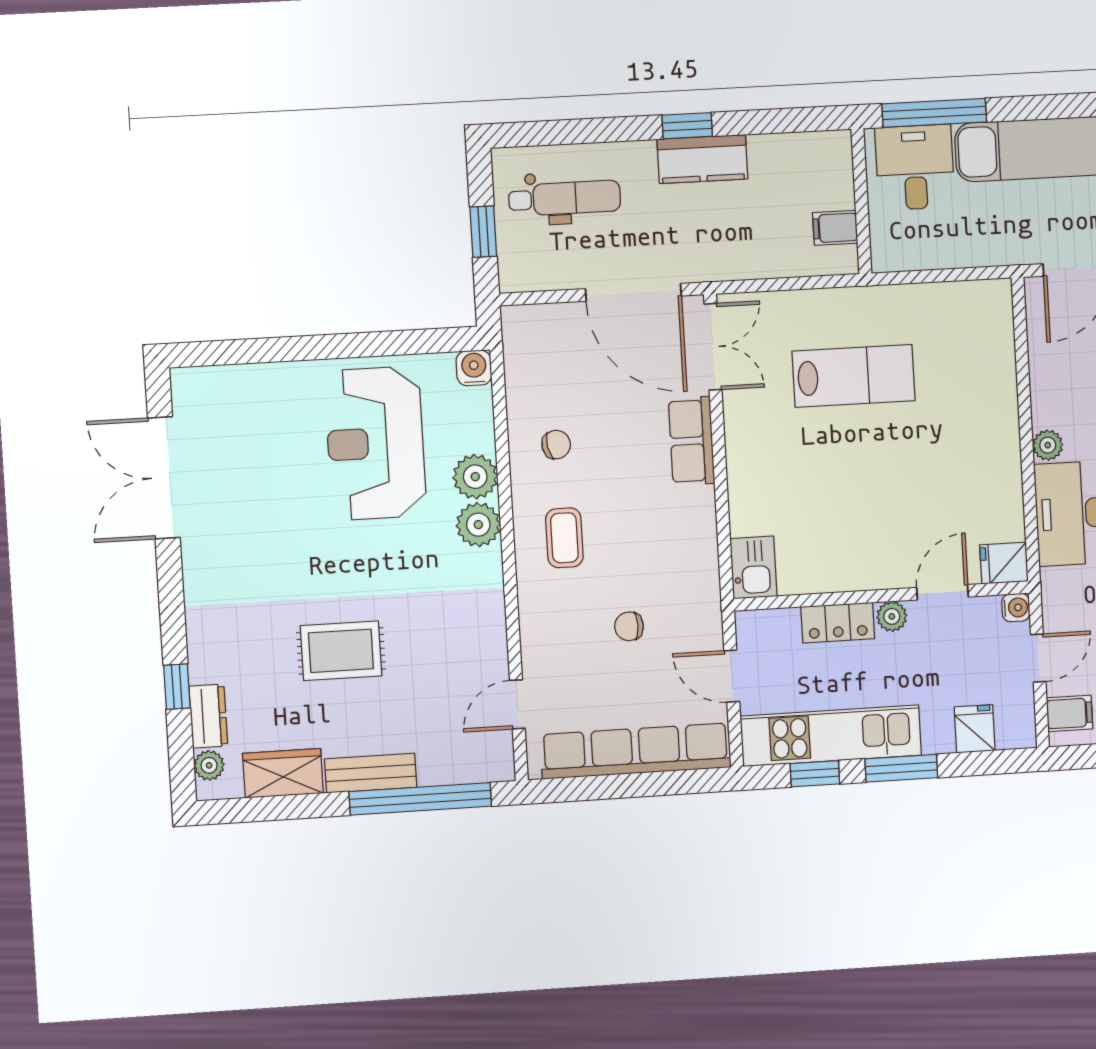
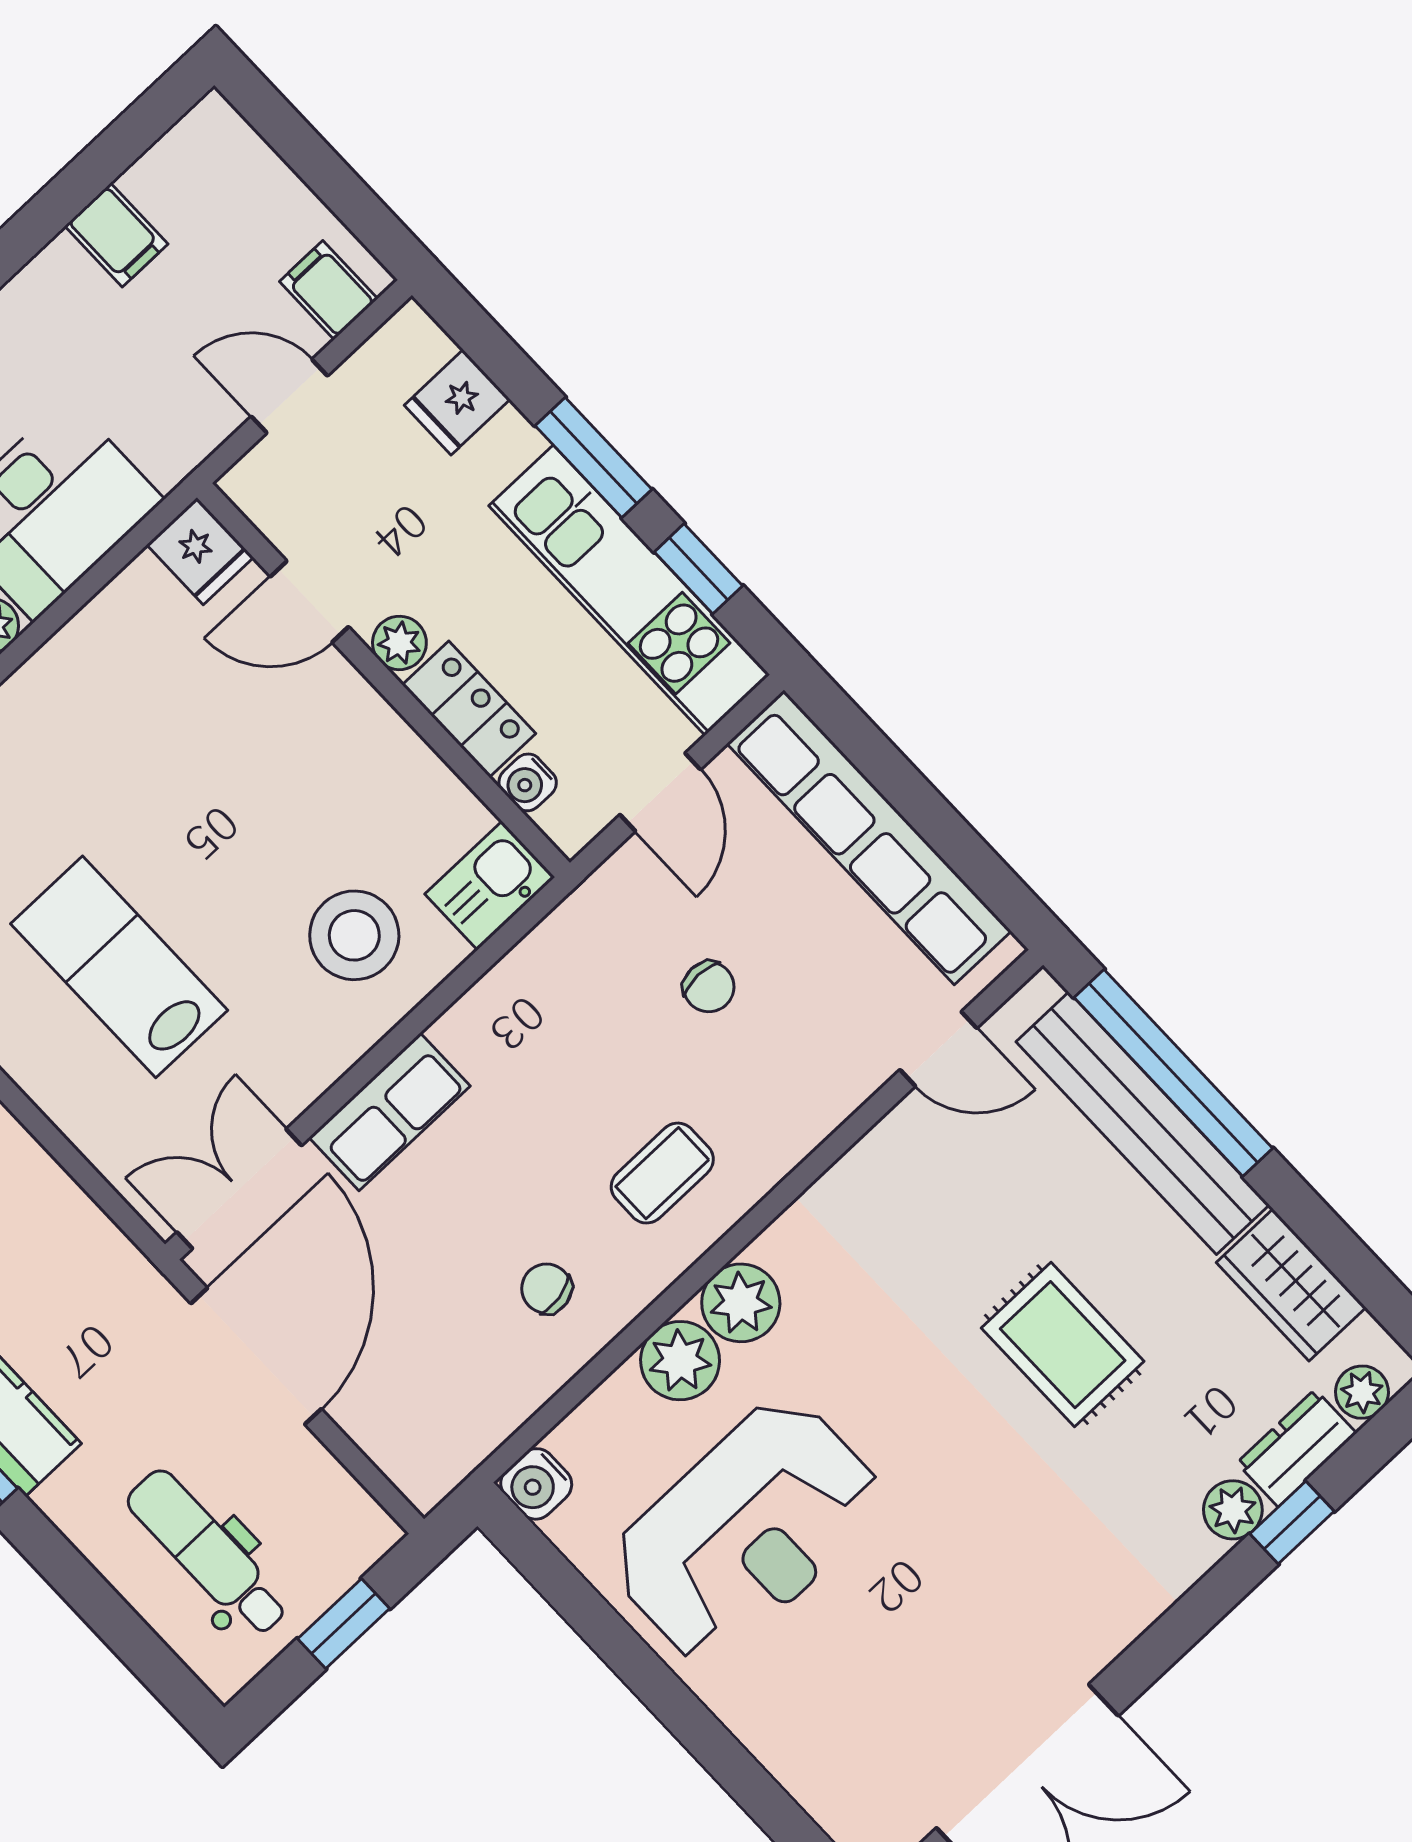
stool: (781, 490) -> (354, 935), added
water cooler: (1016, 608) -> (528, 782), moved, turned -90
plant: (204, 665) -> (1233, 1510), added
bench: (371, 773) -> (1143, 1123), width x1.86, depth x1.21

